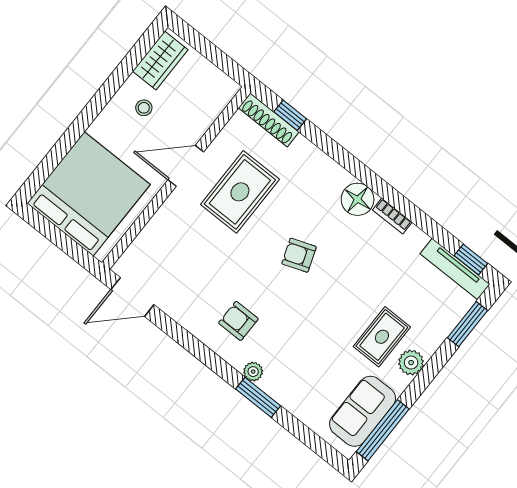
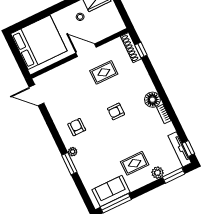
rug: (240, 192) -> (104, 72), width x0.73, depth x0.70
armchair: (299, 255) -> (116, 112), turned -70
plant: (411, 363) -> (158, 173), moved

